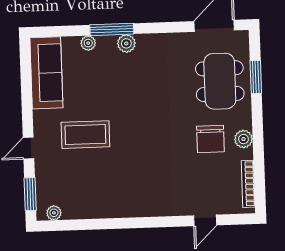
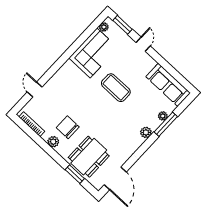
window: (112, 29) -> (166, 124), moved
dining table: (220, 81) -> (89, 157), turned 90
coffee table: (85, 135) -> (116, 88), moved, turned 90
corner sofa: (96, 195) -> (93, 53), added

